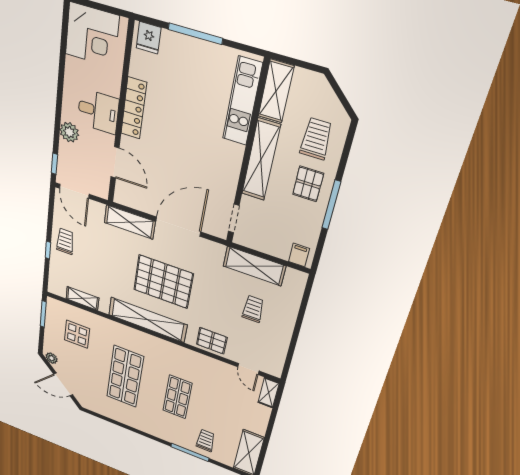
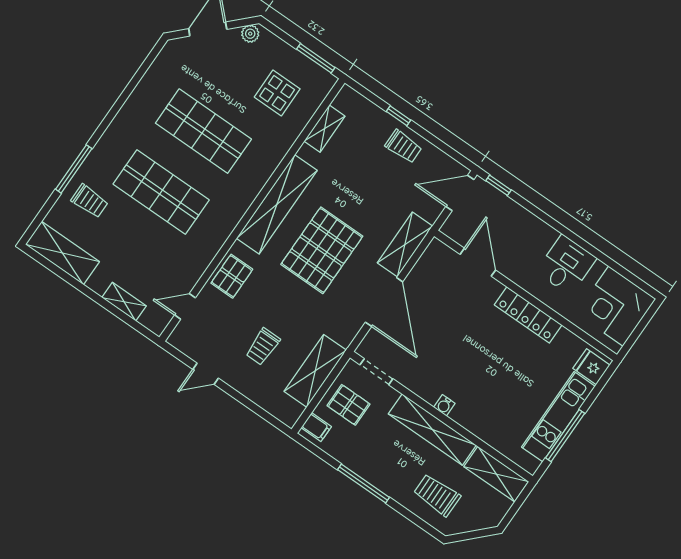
window: (195, 34) -> (565, 436), moved
kitchen unit: (242, 101) -> (558, 417), moved, turned -90
desk: (98, 111) -> (566, 265), moved, turned 180
plant: (69, 132) -> (527, 224), removed
trolley: (316, 139) -> (437, 495), turned 180
water cooler: (236, 155) -> (444, 405), added
door: (115, 162) -> (478, 262), swing flipped
pallet: (308, 184) -> (349, 405), moved
trolley: (253, 309) -> (263, 347), turned 90
door: (292, 346) -> (206, 374), added
shelving: (269, 393) -> (124, 302), moved
shop shelf: (177, 397) -> (161, 192), width x1.43, depth x1.36

